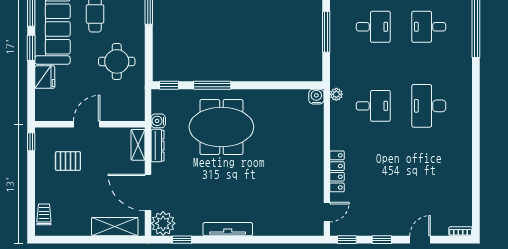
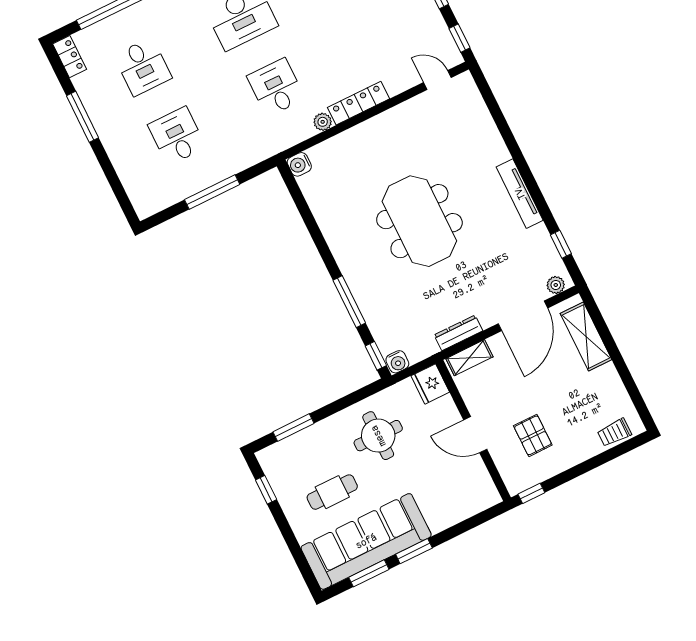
fridge: (45, 77) -> (430, 384), moved, turned -90
plant: (336, 94) -> (323, 122), moved
water cooler: (158, 121) -> (397, 362), moved
meeting table: (221, 127) -> (419, 221), moved
locker: (337, 171) -> (358, 103), moved
plant: (163, 223) -> (556, 285), width x0.53, depth x0.53

